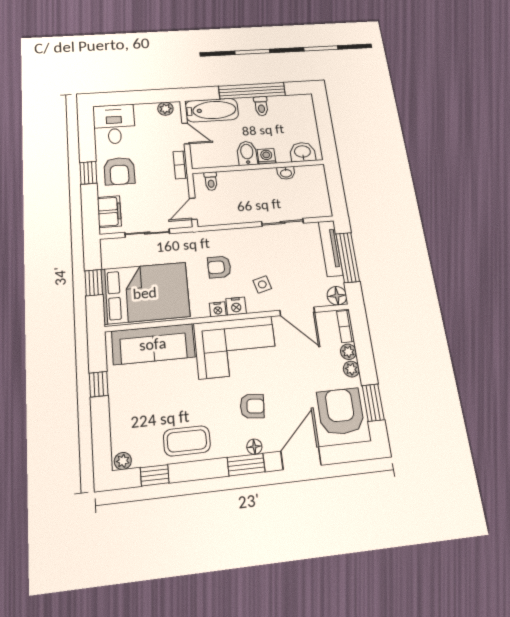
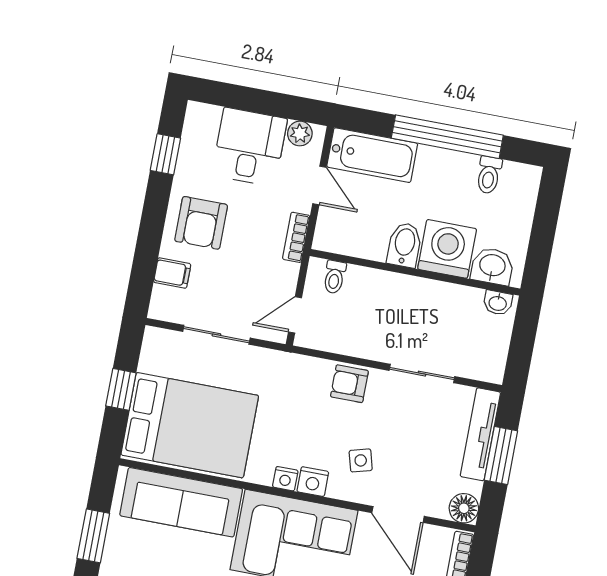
toilet: (261, 106) -> (489, 175), moved
desk: (114, 124) -> (249, 147), moved
washing machine: (266, 156) -> (447, 249), width x1.89, depth x1.89
window: (88, 173) -> (165, 154), moved
washbasin: (286, 173) -> (498, 303), moved
filing cabinet: (109, 212) -> (172, 273), width x0.50
window: (348, 257) -> (501, 455), width x0.69
armchair: (219, 267) -> (349, 384), moved
window: (99, 384) -> (93, 536), width x1.50

